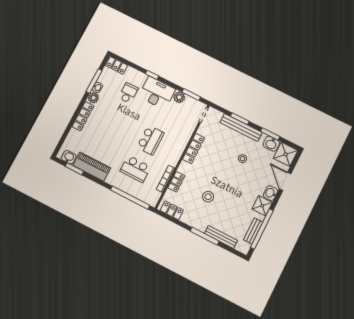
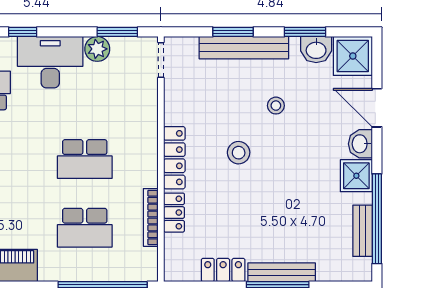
school desk: (150, 140) -> (85, 159), turned 90
locker: (194, 149) -> (174, 158), moved
stool: (208, 197) -> (239, 153), moved
locker: (172, 210) -> (223, 270), moved
bench: (221, 237) -> (282, 272), moved

